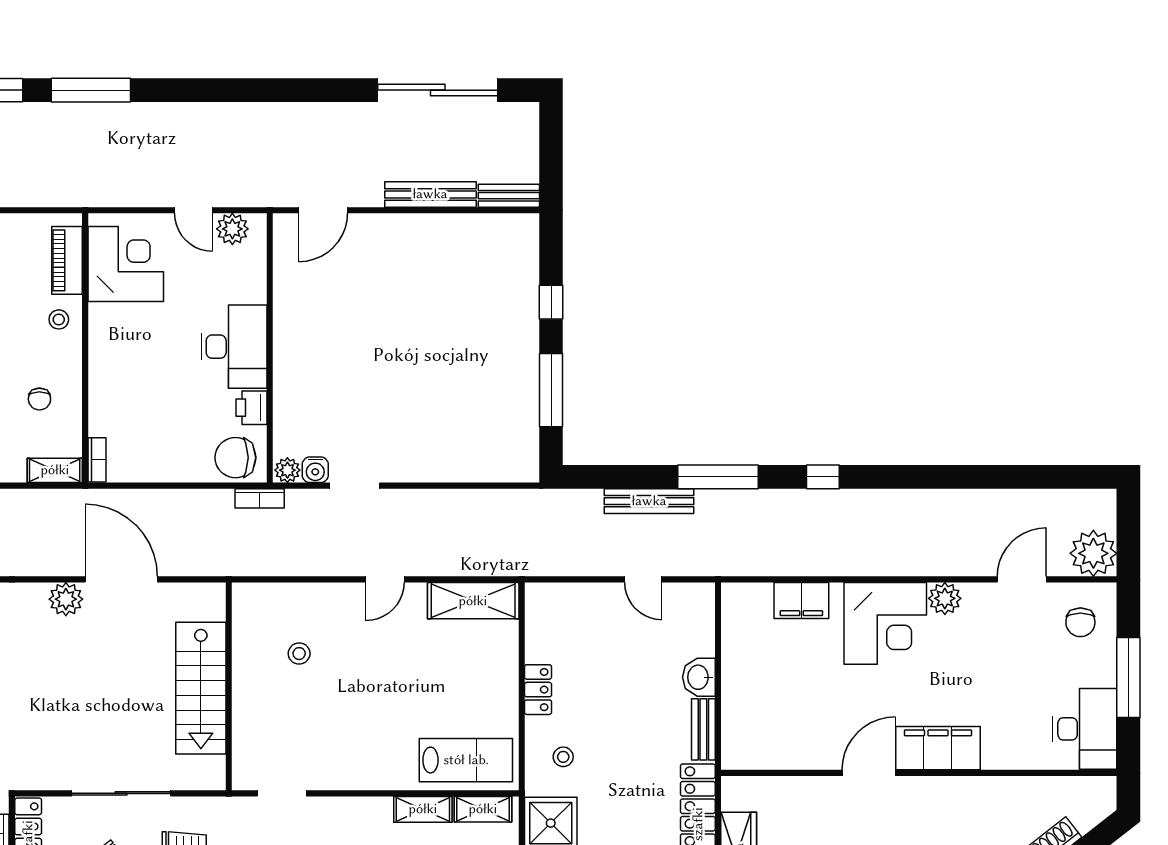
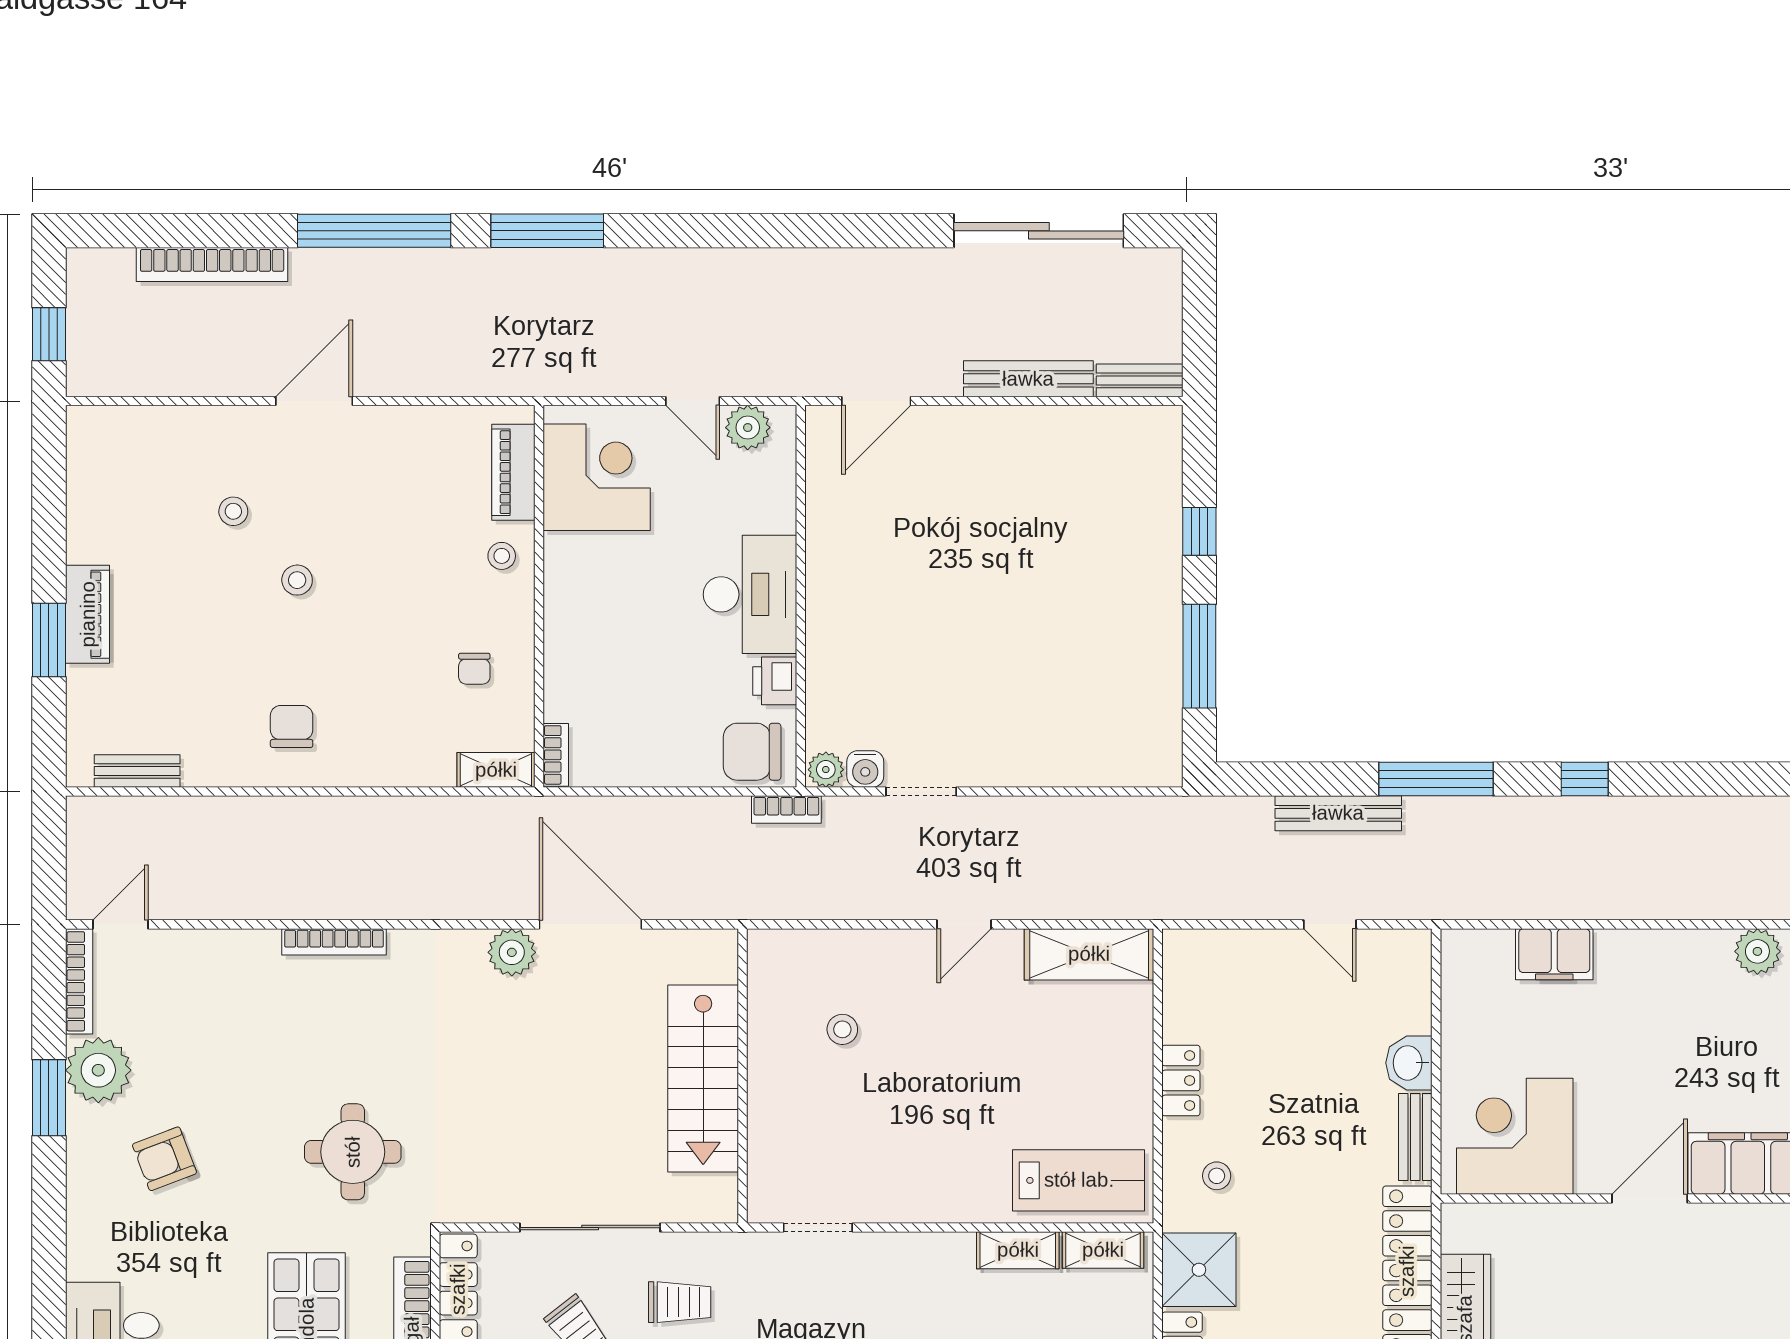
corner desk: (885, 623) -> (1515, 1136), moved, turned 180

